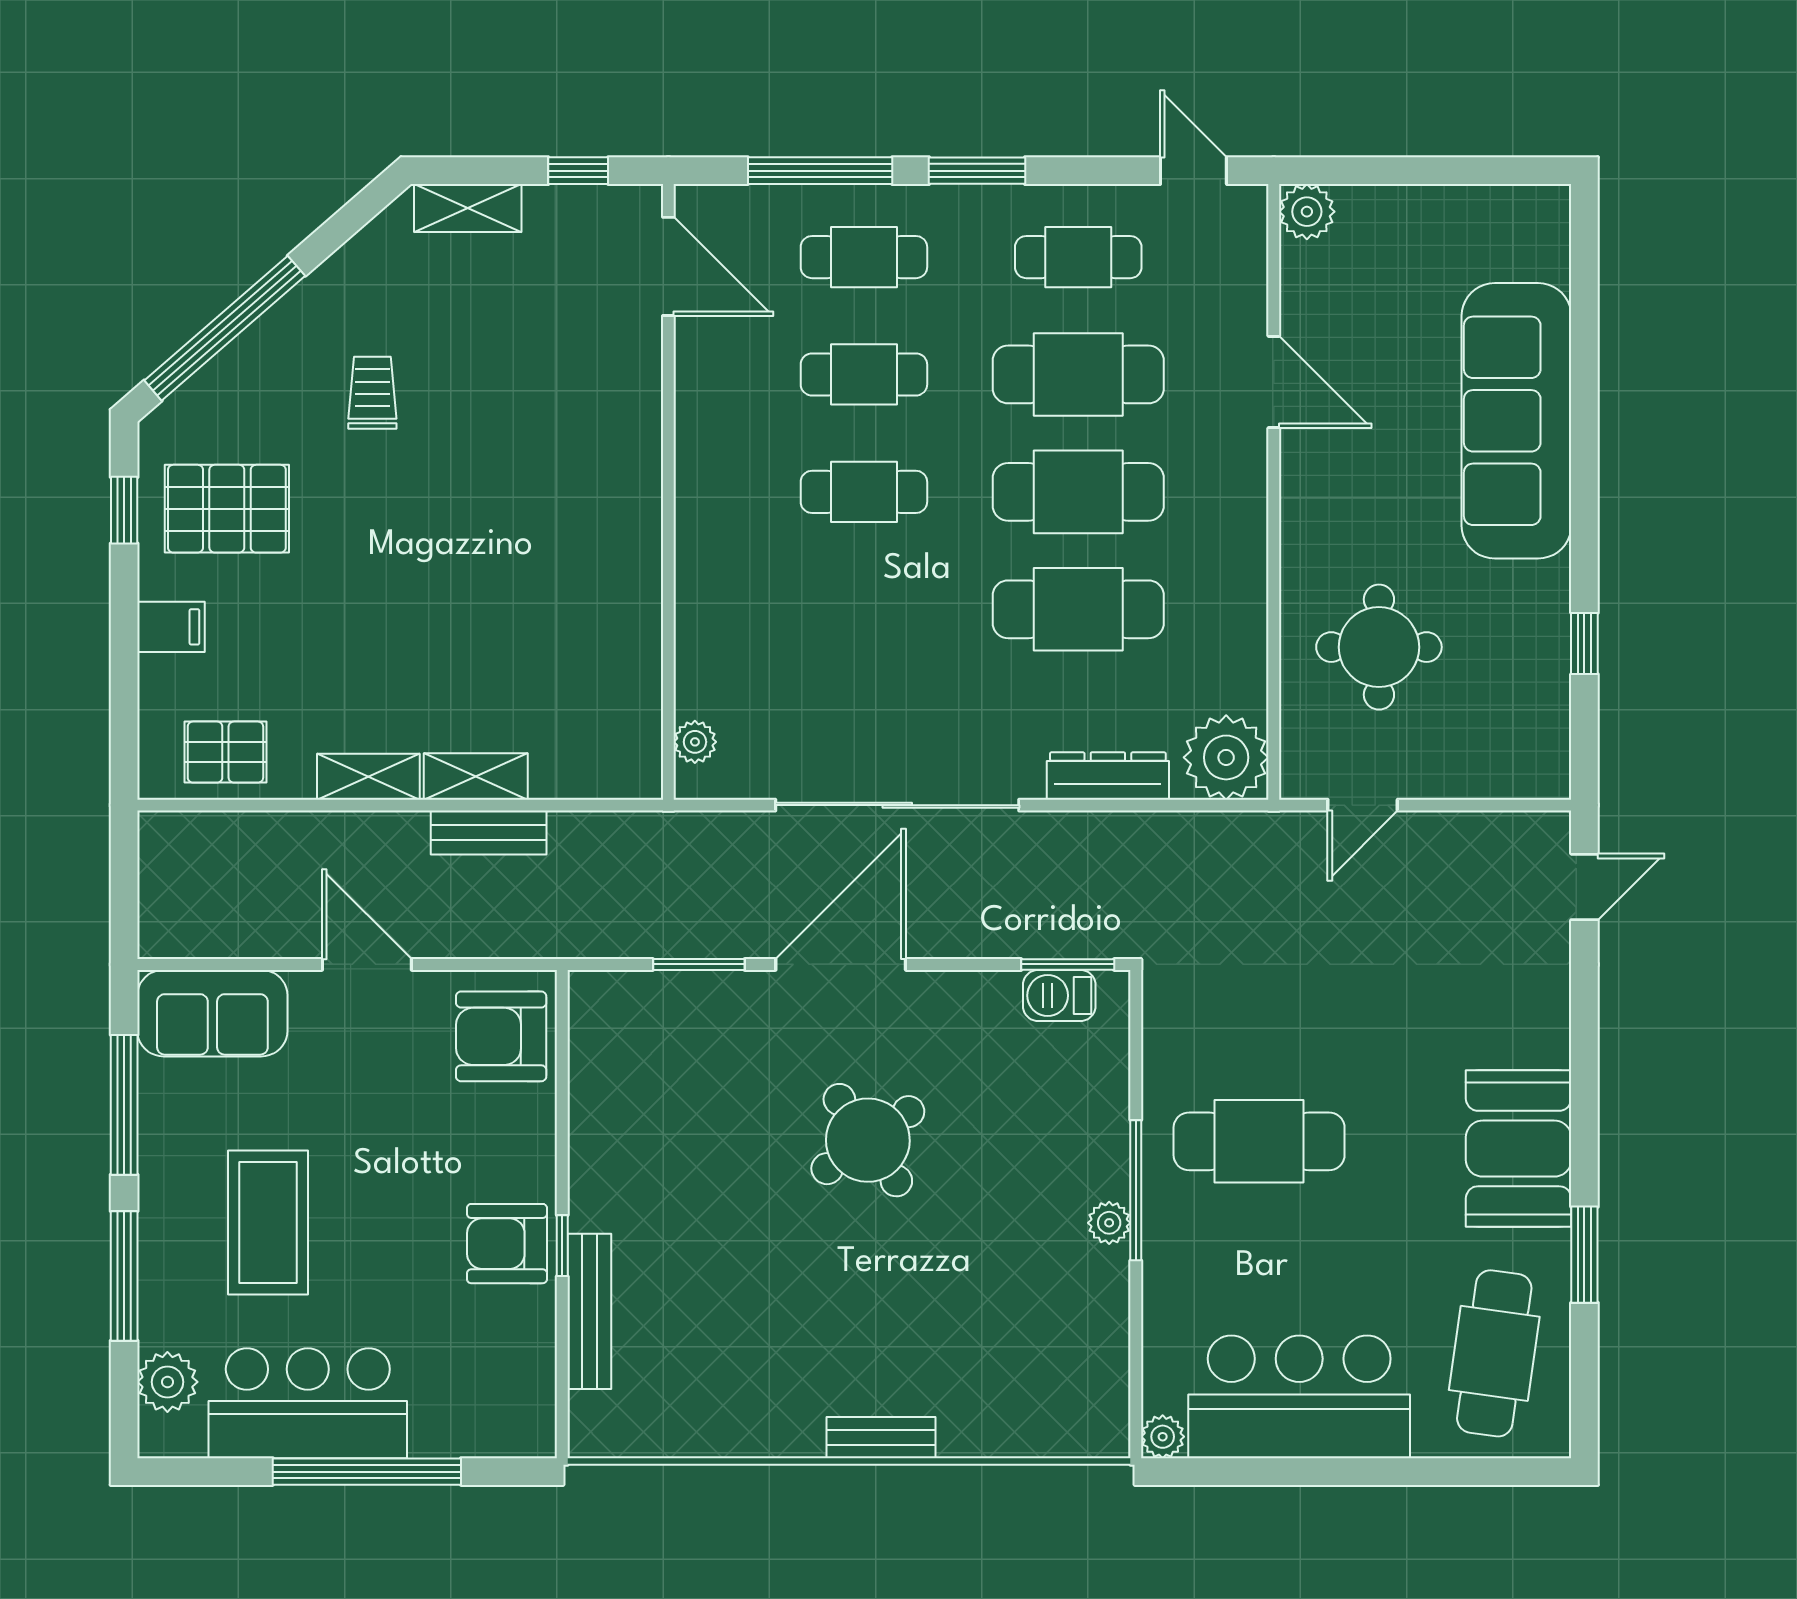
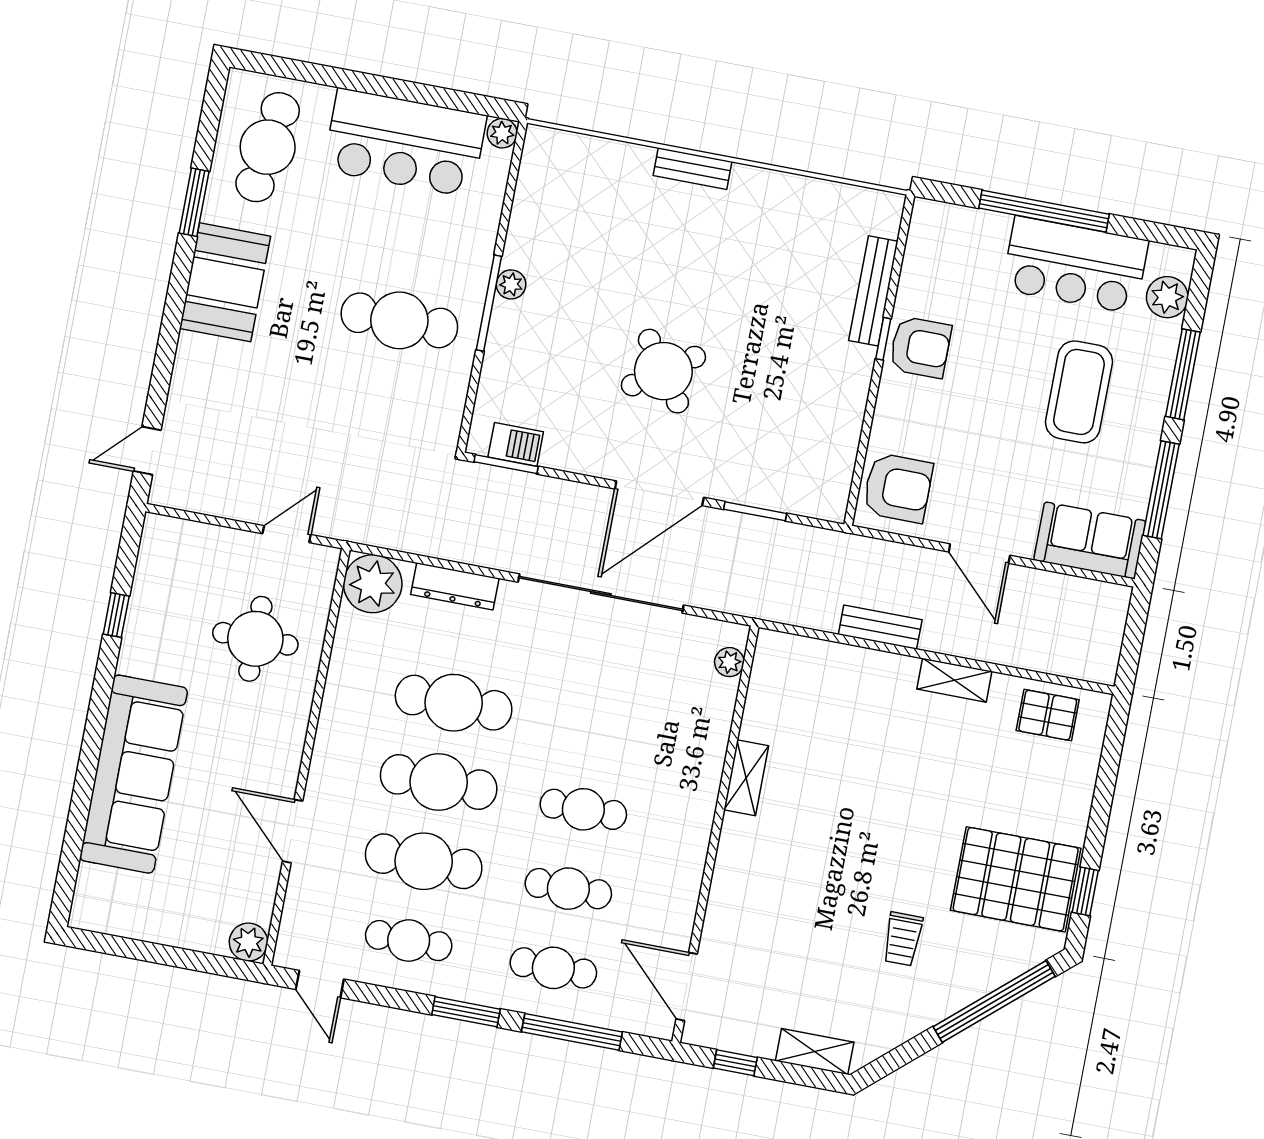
pallet: (227, 509) -> (1016, 879), width x1.37, depth x1.41
filing cabinet: (171, 627) -> (1069, 807), removed
shelving: (476, 776) -> (746, 778), moved, turned 90

